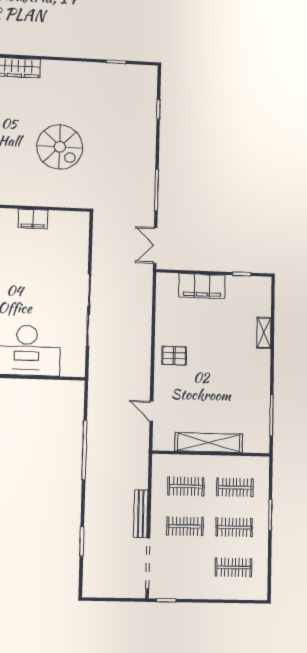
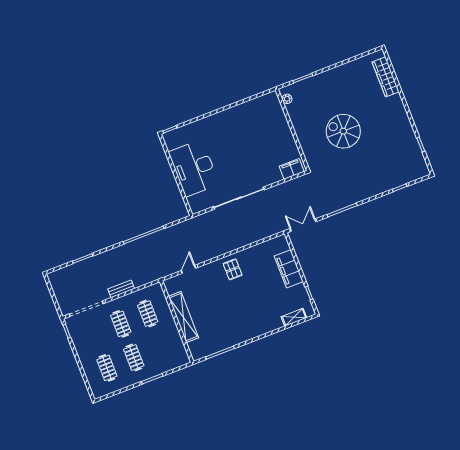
spiral stairs: (60, 147) -> (343, 131), turned 90
filing cabinet: (33, 219) -> (292, 169), moved, turned 90
shelving: (264, 333) -> (294, 317), moved
clothes rail: (235, 487) -> (161, 347), removed
bench: (141, 514) -> (121, 289), width x0.73

